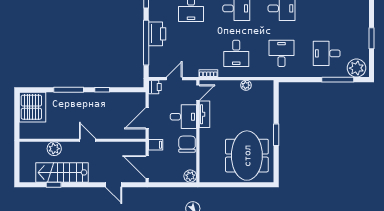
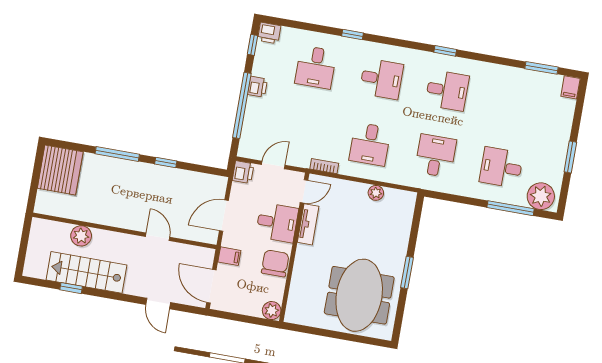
printer: (157, 34) -> (257, 87), width x0.53, depth x0.68
door: (88, 140) -> (158, 237), moved

